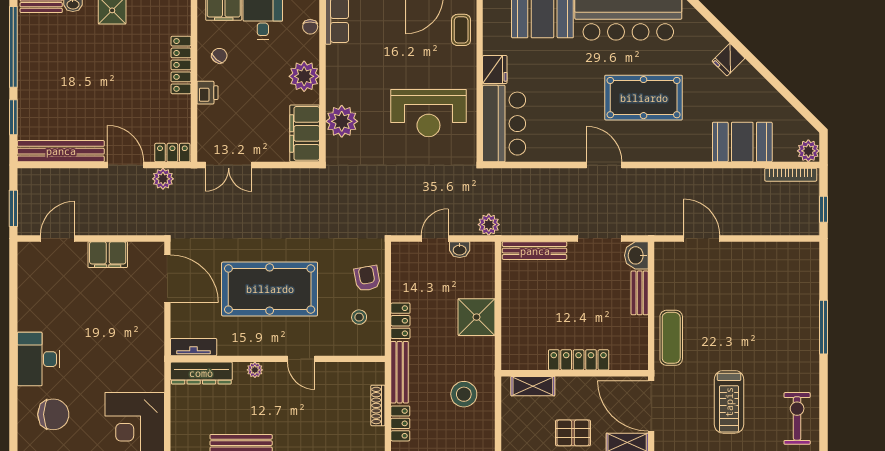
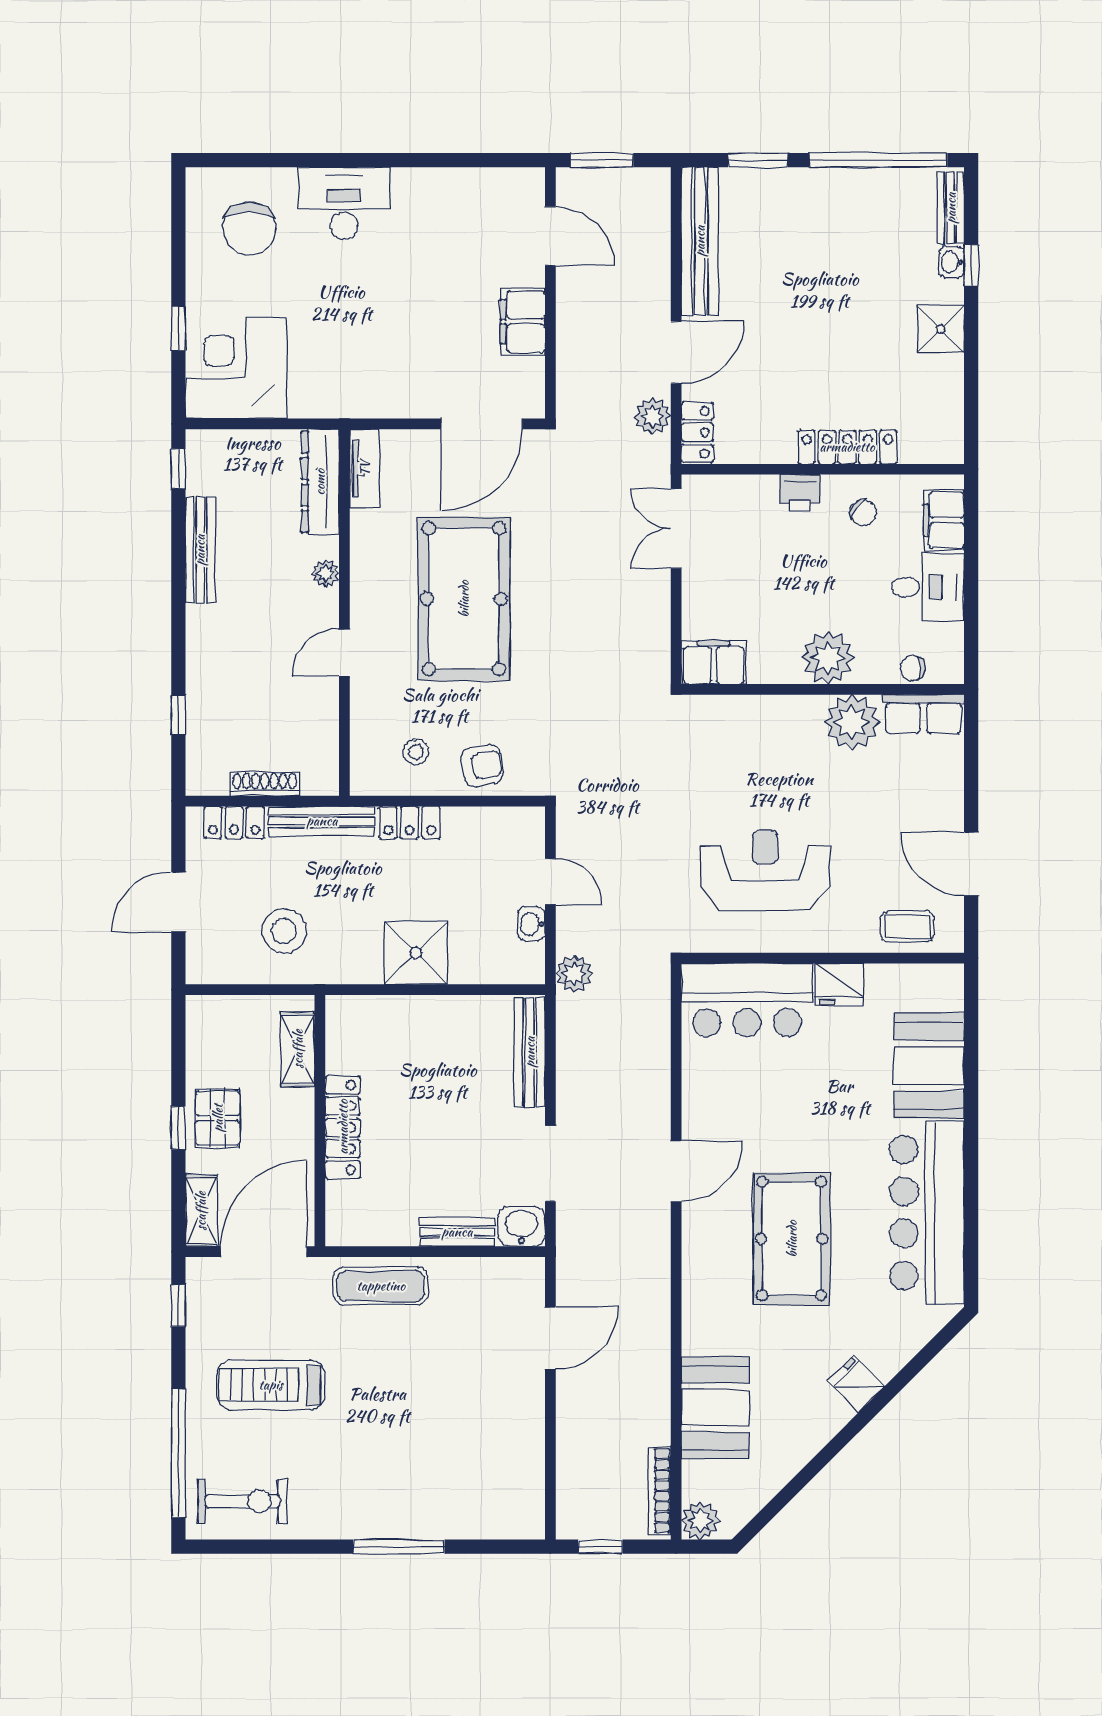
reception desk: (428, 113) -> (765, 871), turned 90
plant: (342, 121) -> (852, 722), moved
filing cabinet: (305, 133) -> (714, 662), width x0.67, depth x0.86

